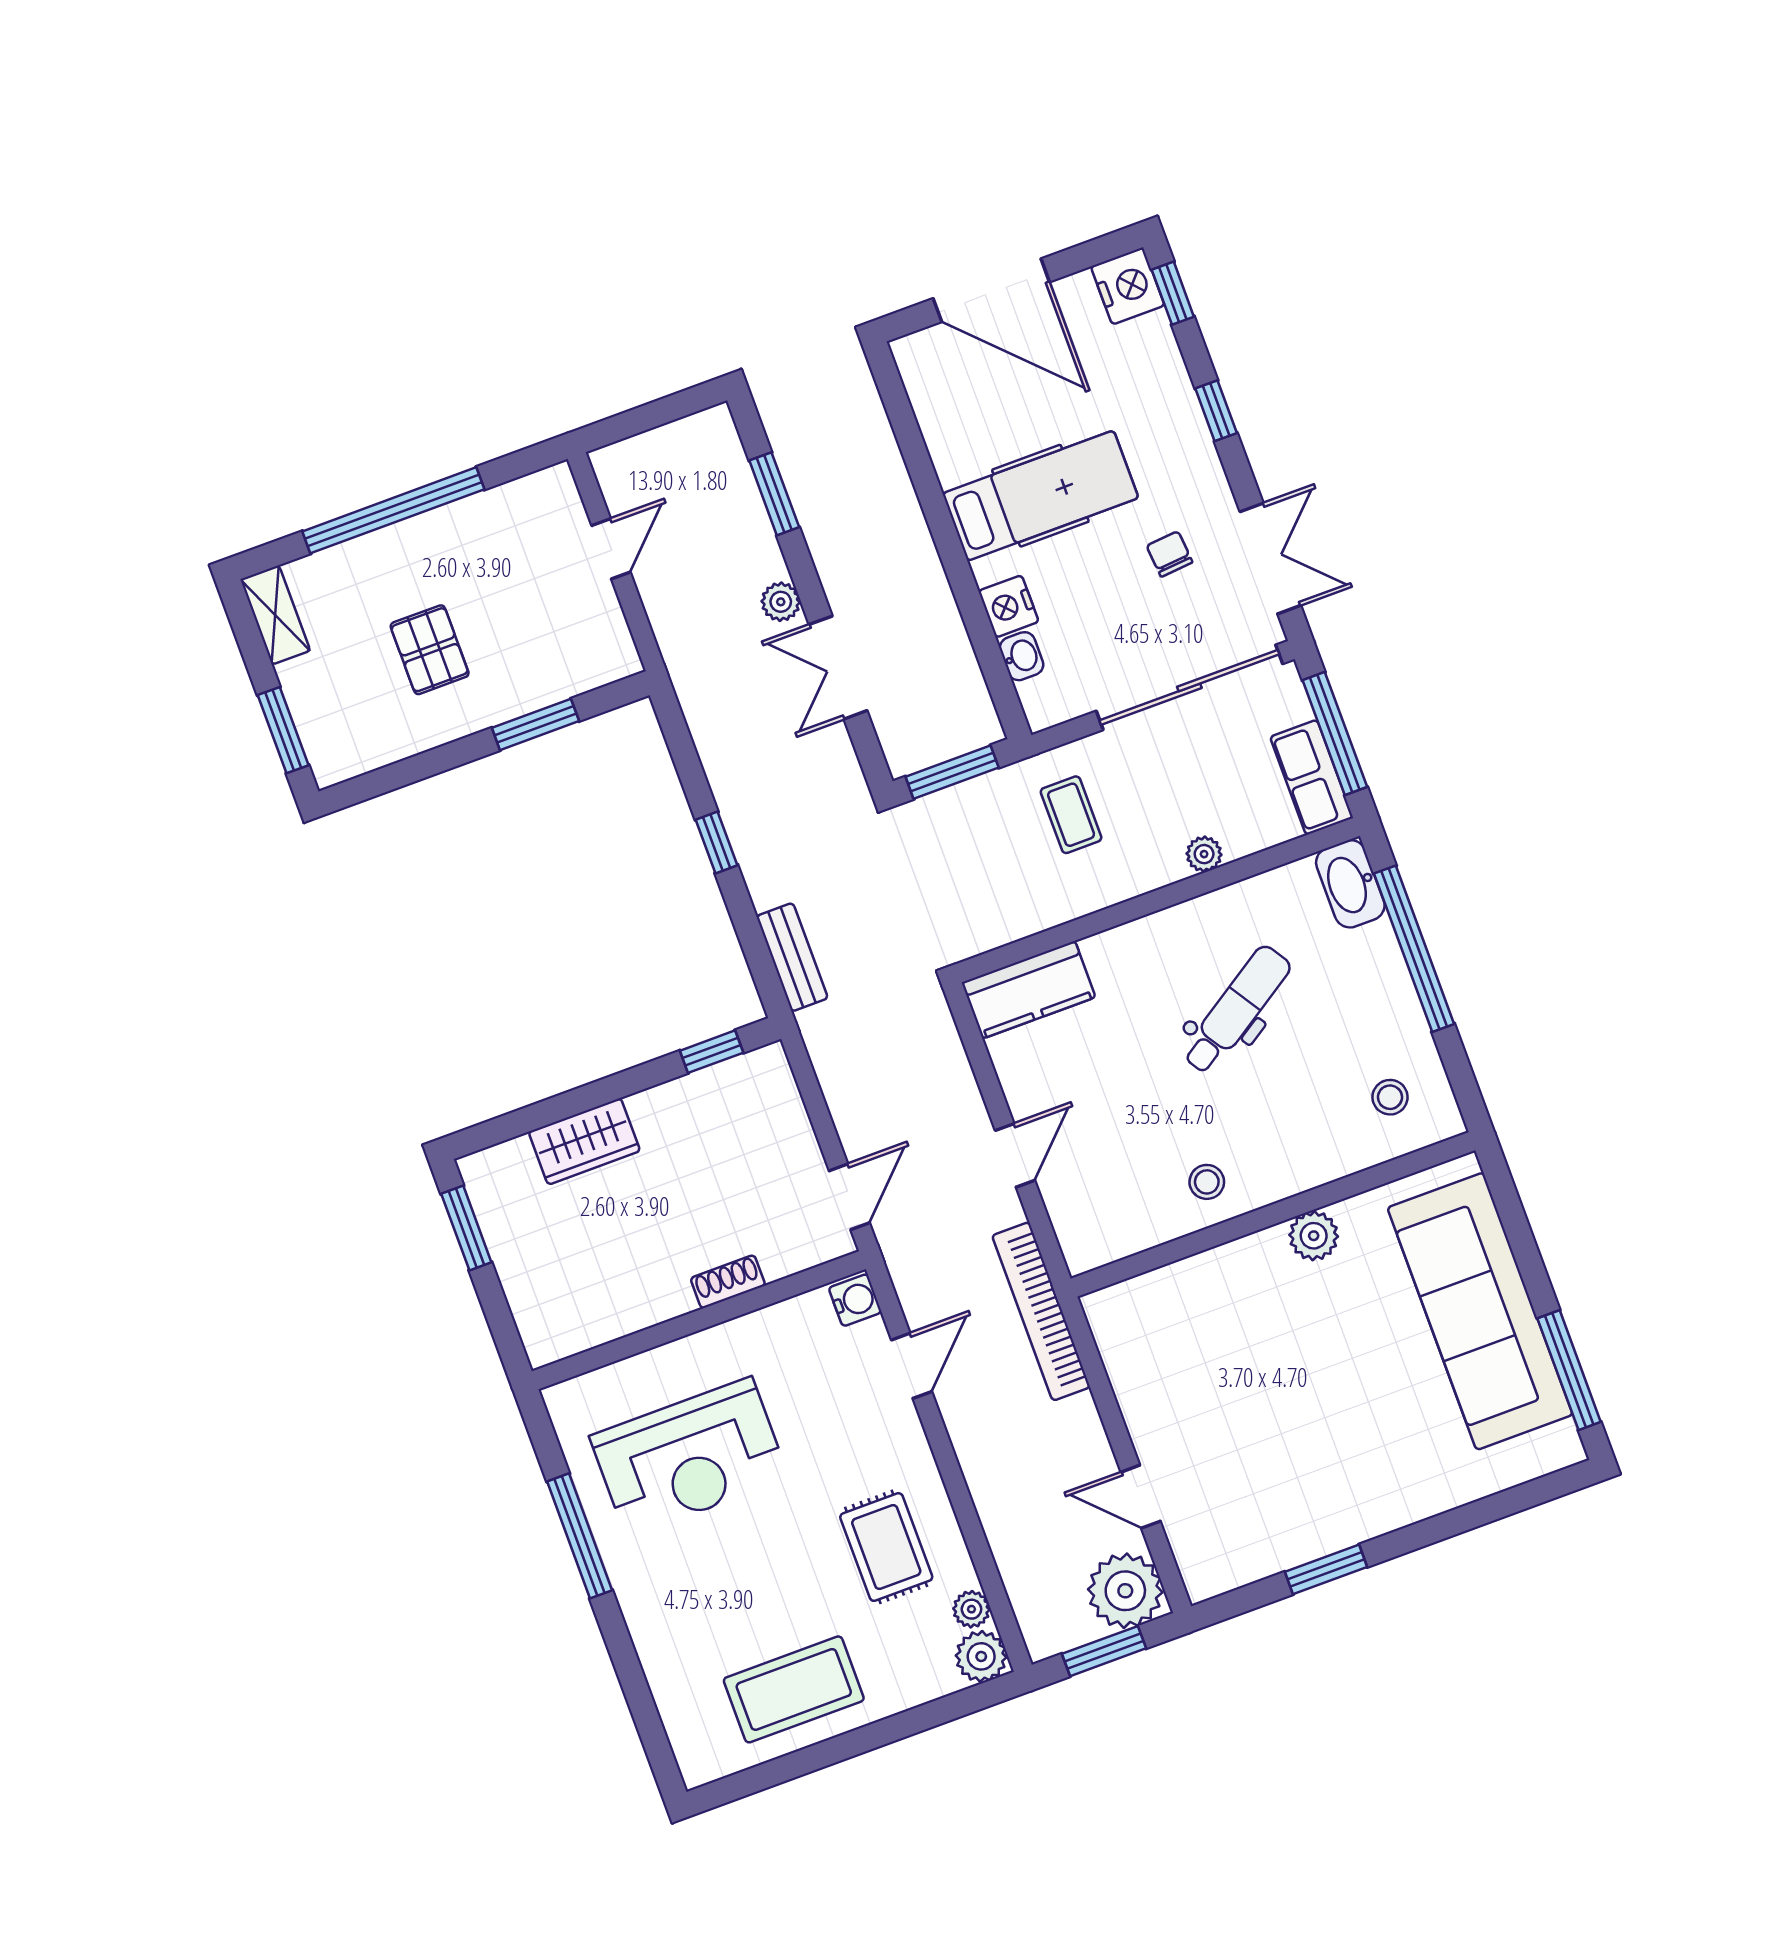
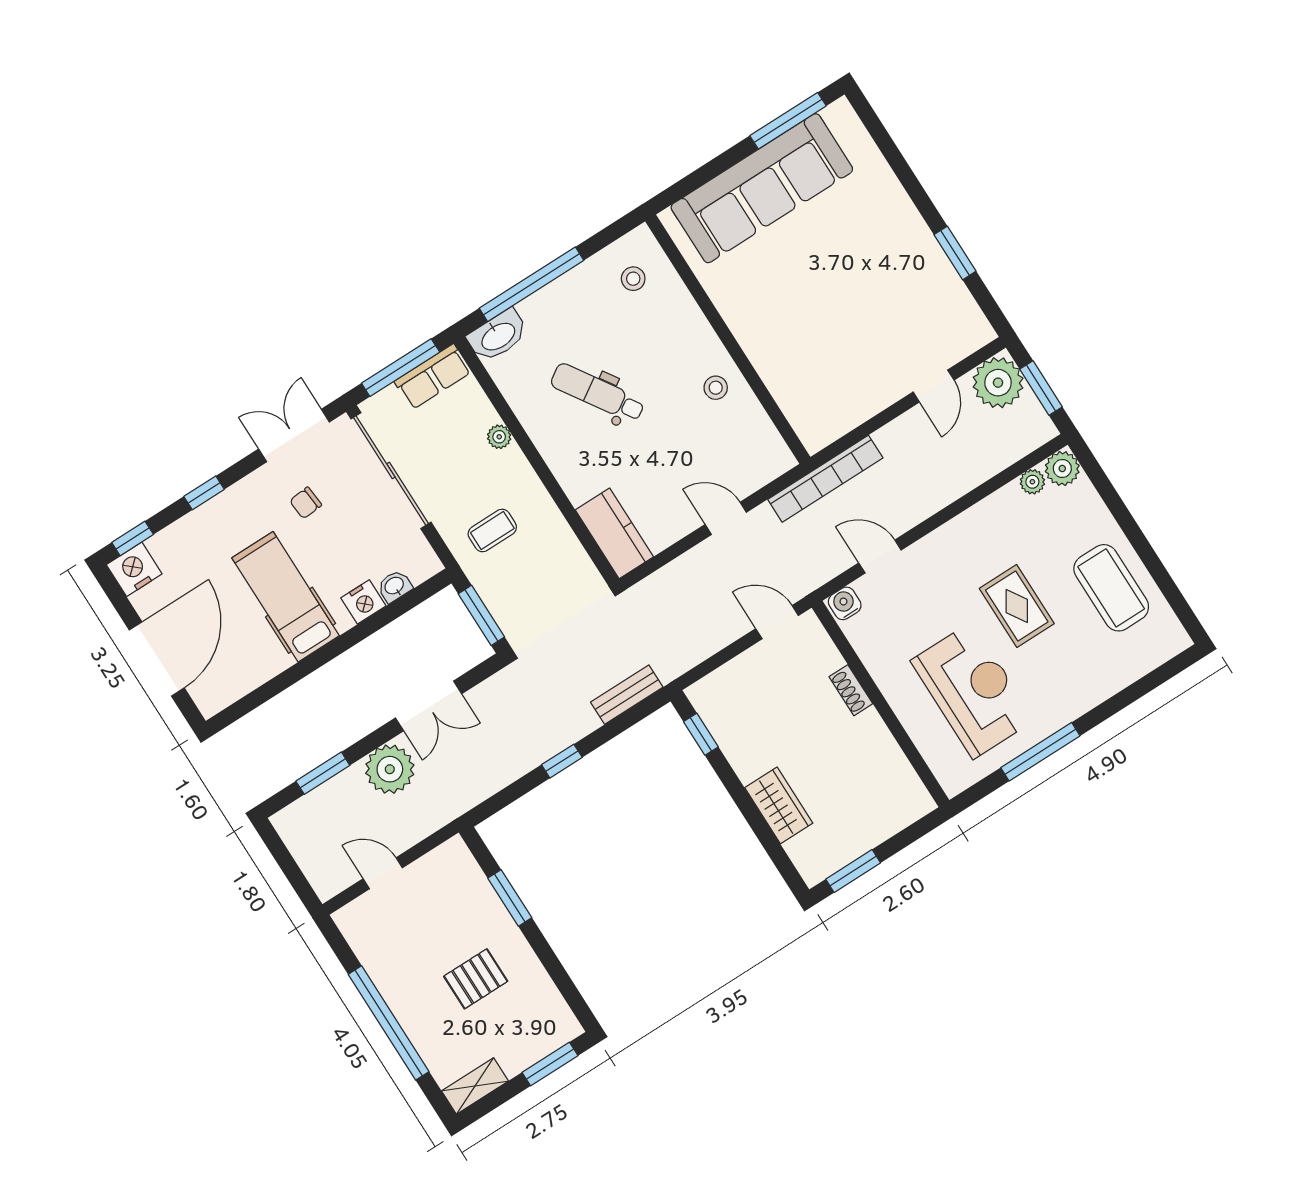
plant: (781, 602) -> (390, 769), width x1.87, depth x1.87
plant: (1314, 1236) -> (736, 309), removed
rug: (886, 1547) -> (1017, 606), moved, turned 90

